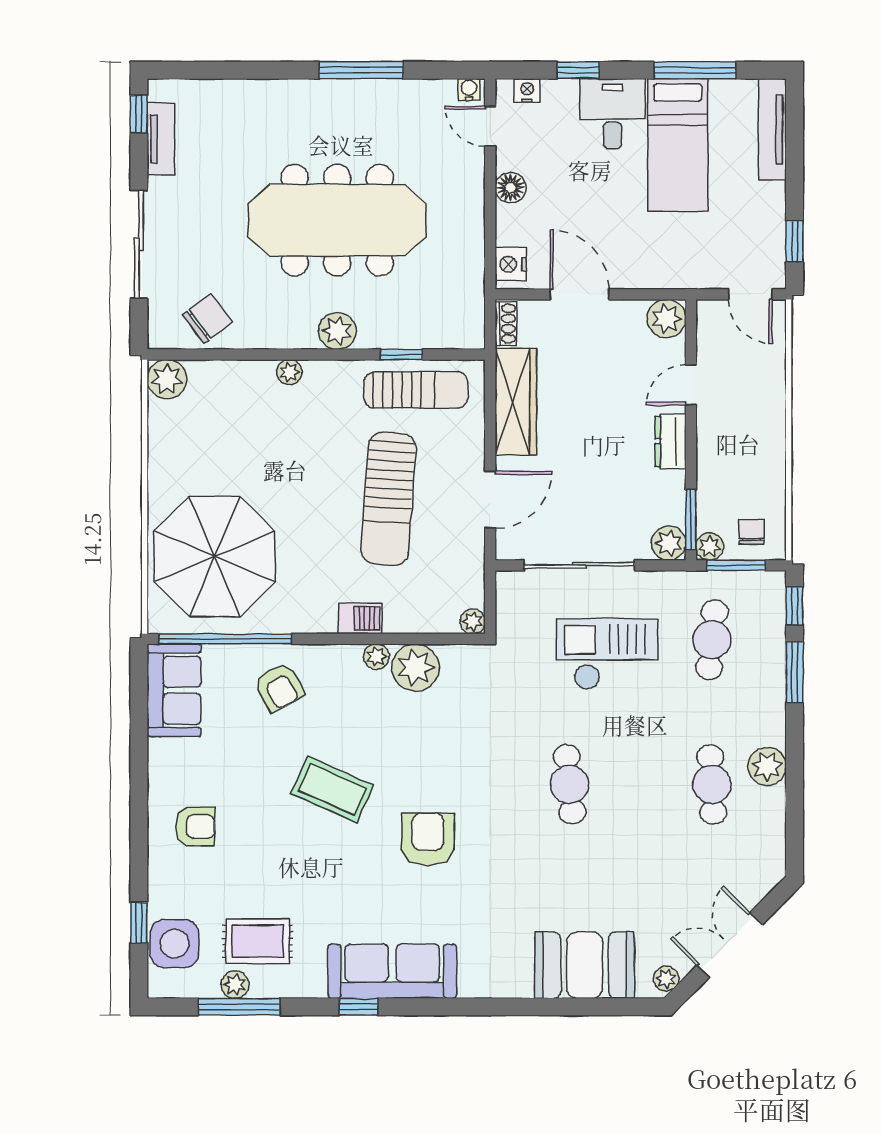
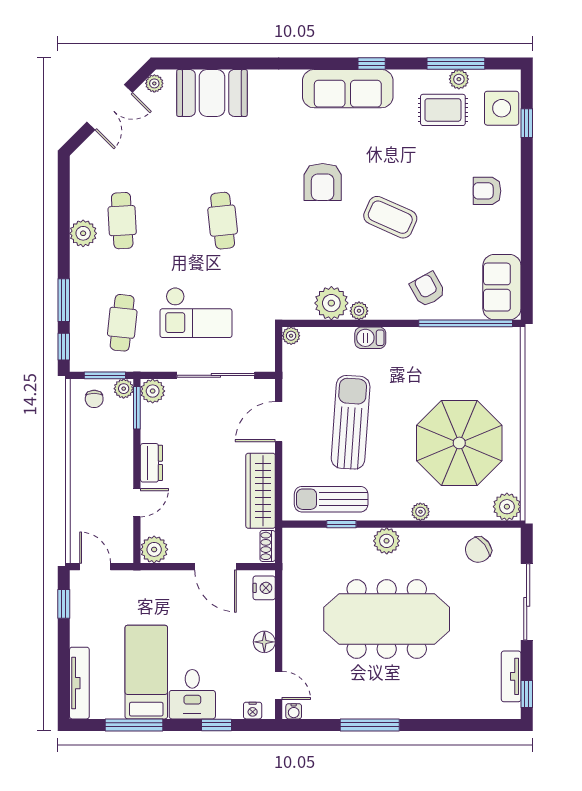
parasol: (215, 556) -> (459, 443), moved

